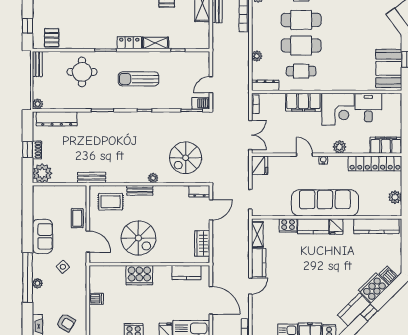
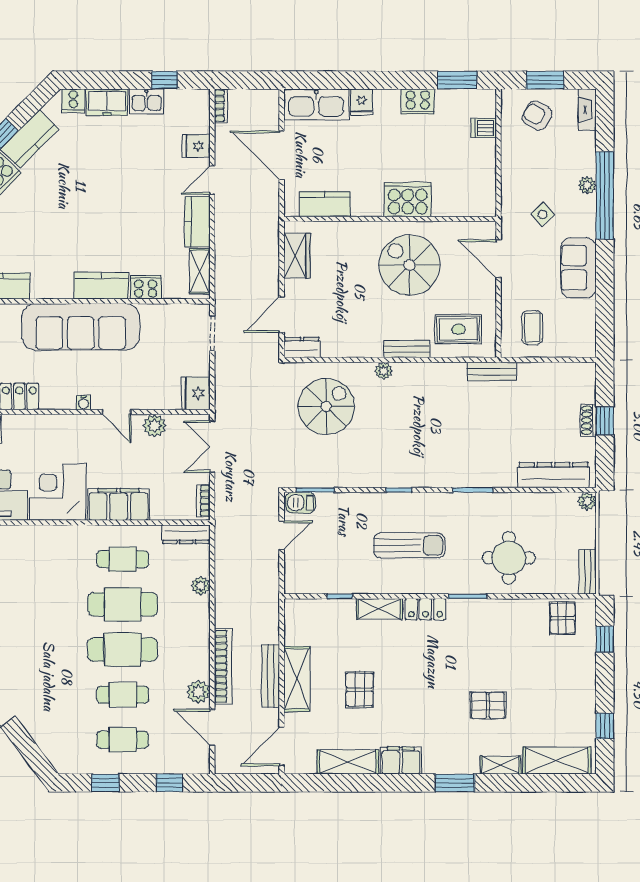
plant: (340, 147) -> (155, 426), moved
plant: (42, 173) -> (579, 379), removed
coffee table: (77, 218) -> (532, 328), moved
fridge: (336, 226) -> (196, 146), moved, turned -90
dishwasher: (96, 299) -> (484, 128), moved

